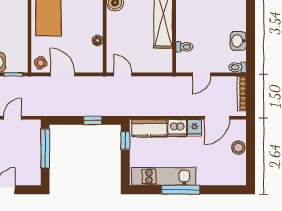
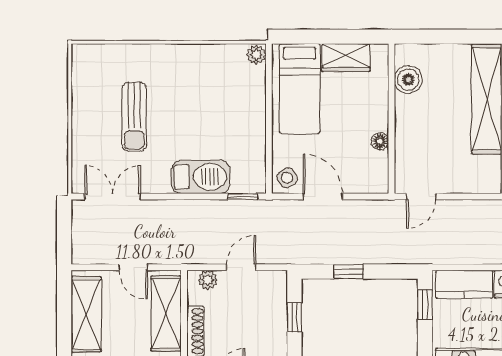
door: (123, 74) -> (421, 197), swing flipped
window: (93, 120) -> (349, 272), moved
window: (45, 148) -> (294, 317), width x0.46

